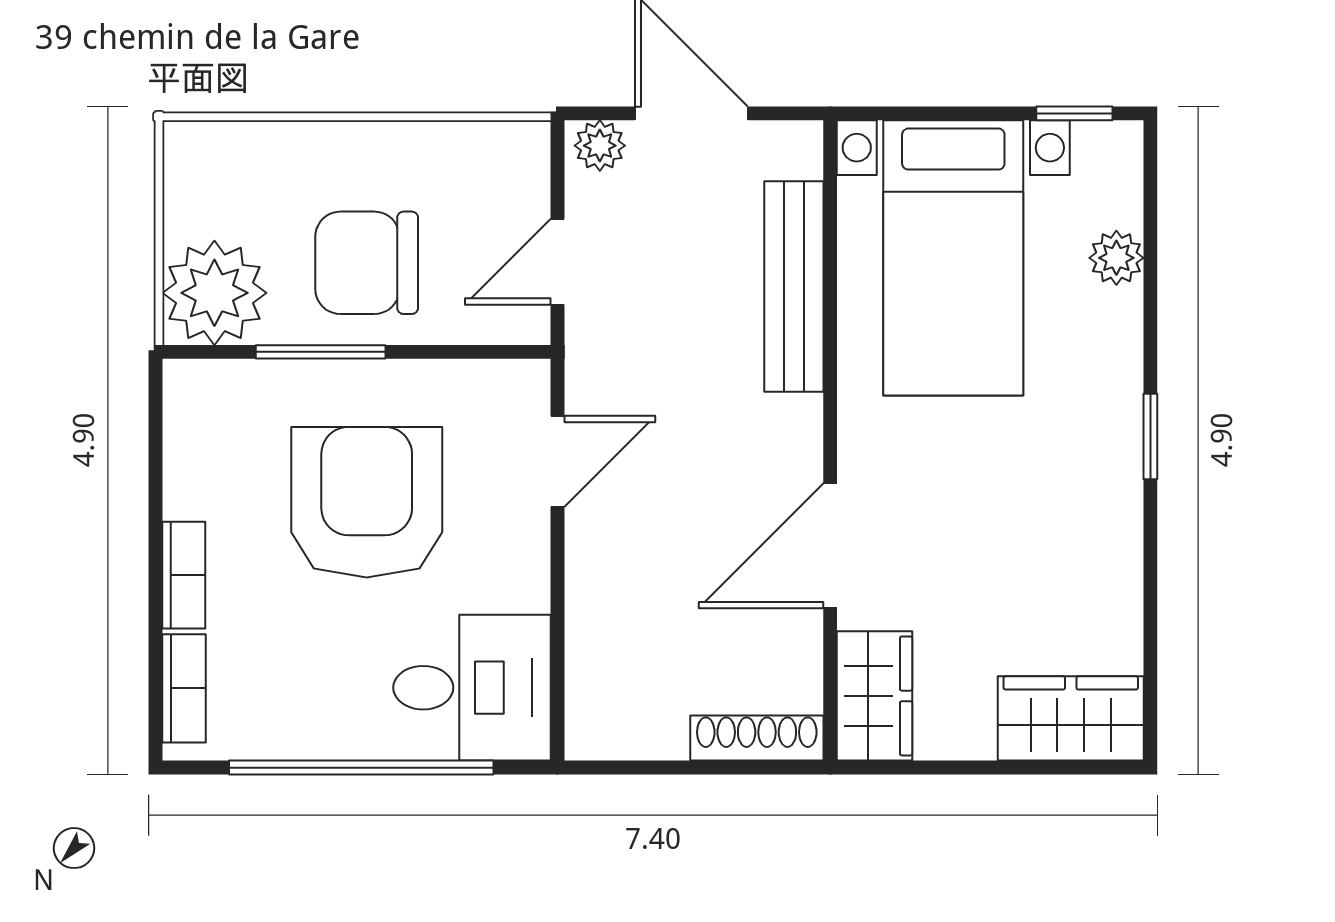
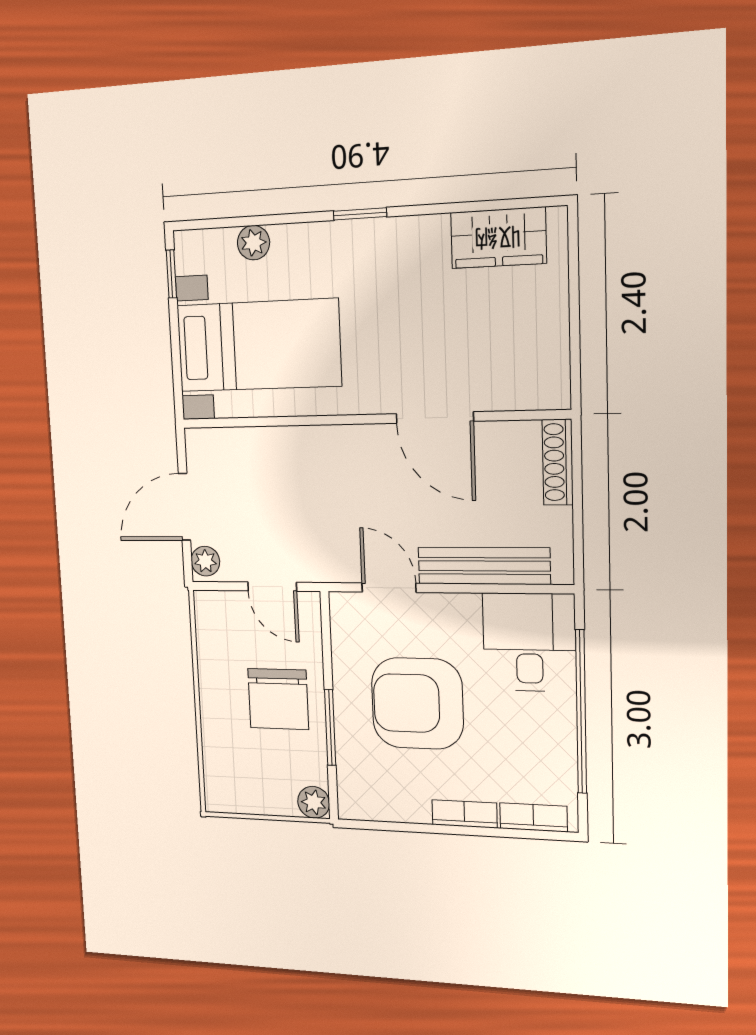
bench: (794, 287) -> (484, 566), moved
plant: (214, 293) -> (314, 802), width x0.53, depth x0.53
wardrobe: (875, 696) -> (529, 386), removed
wardrobe: (1071, 718) -> (498, 238), moved, turned -90

